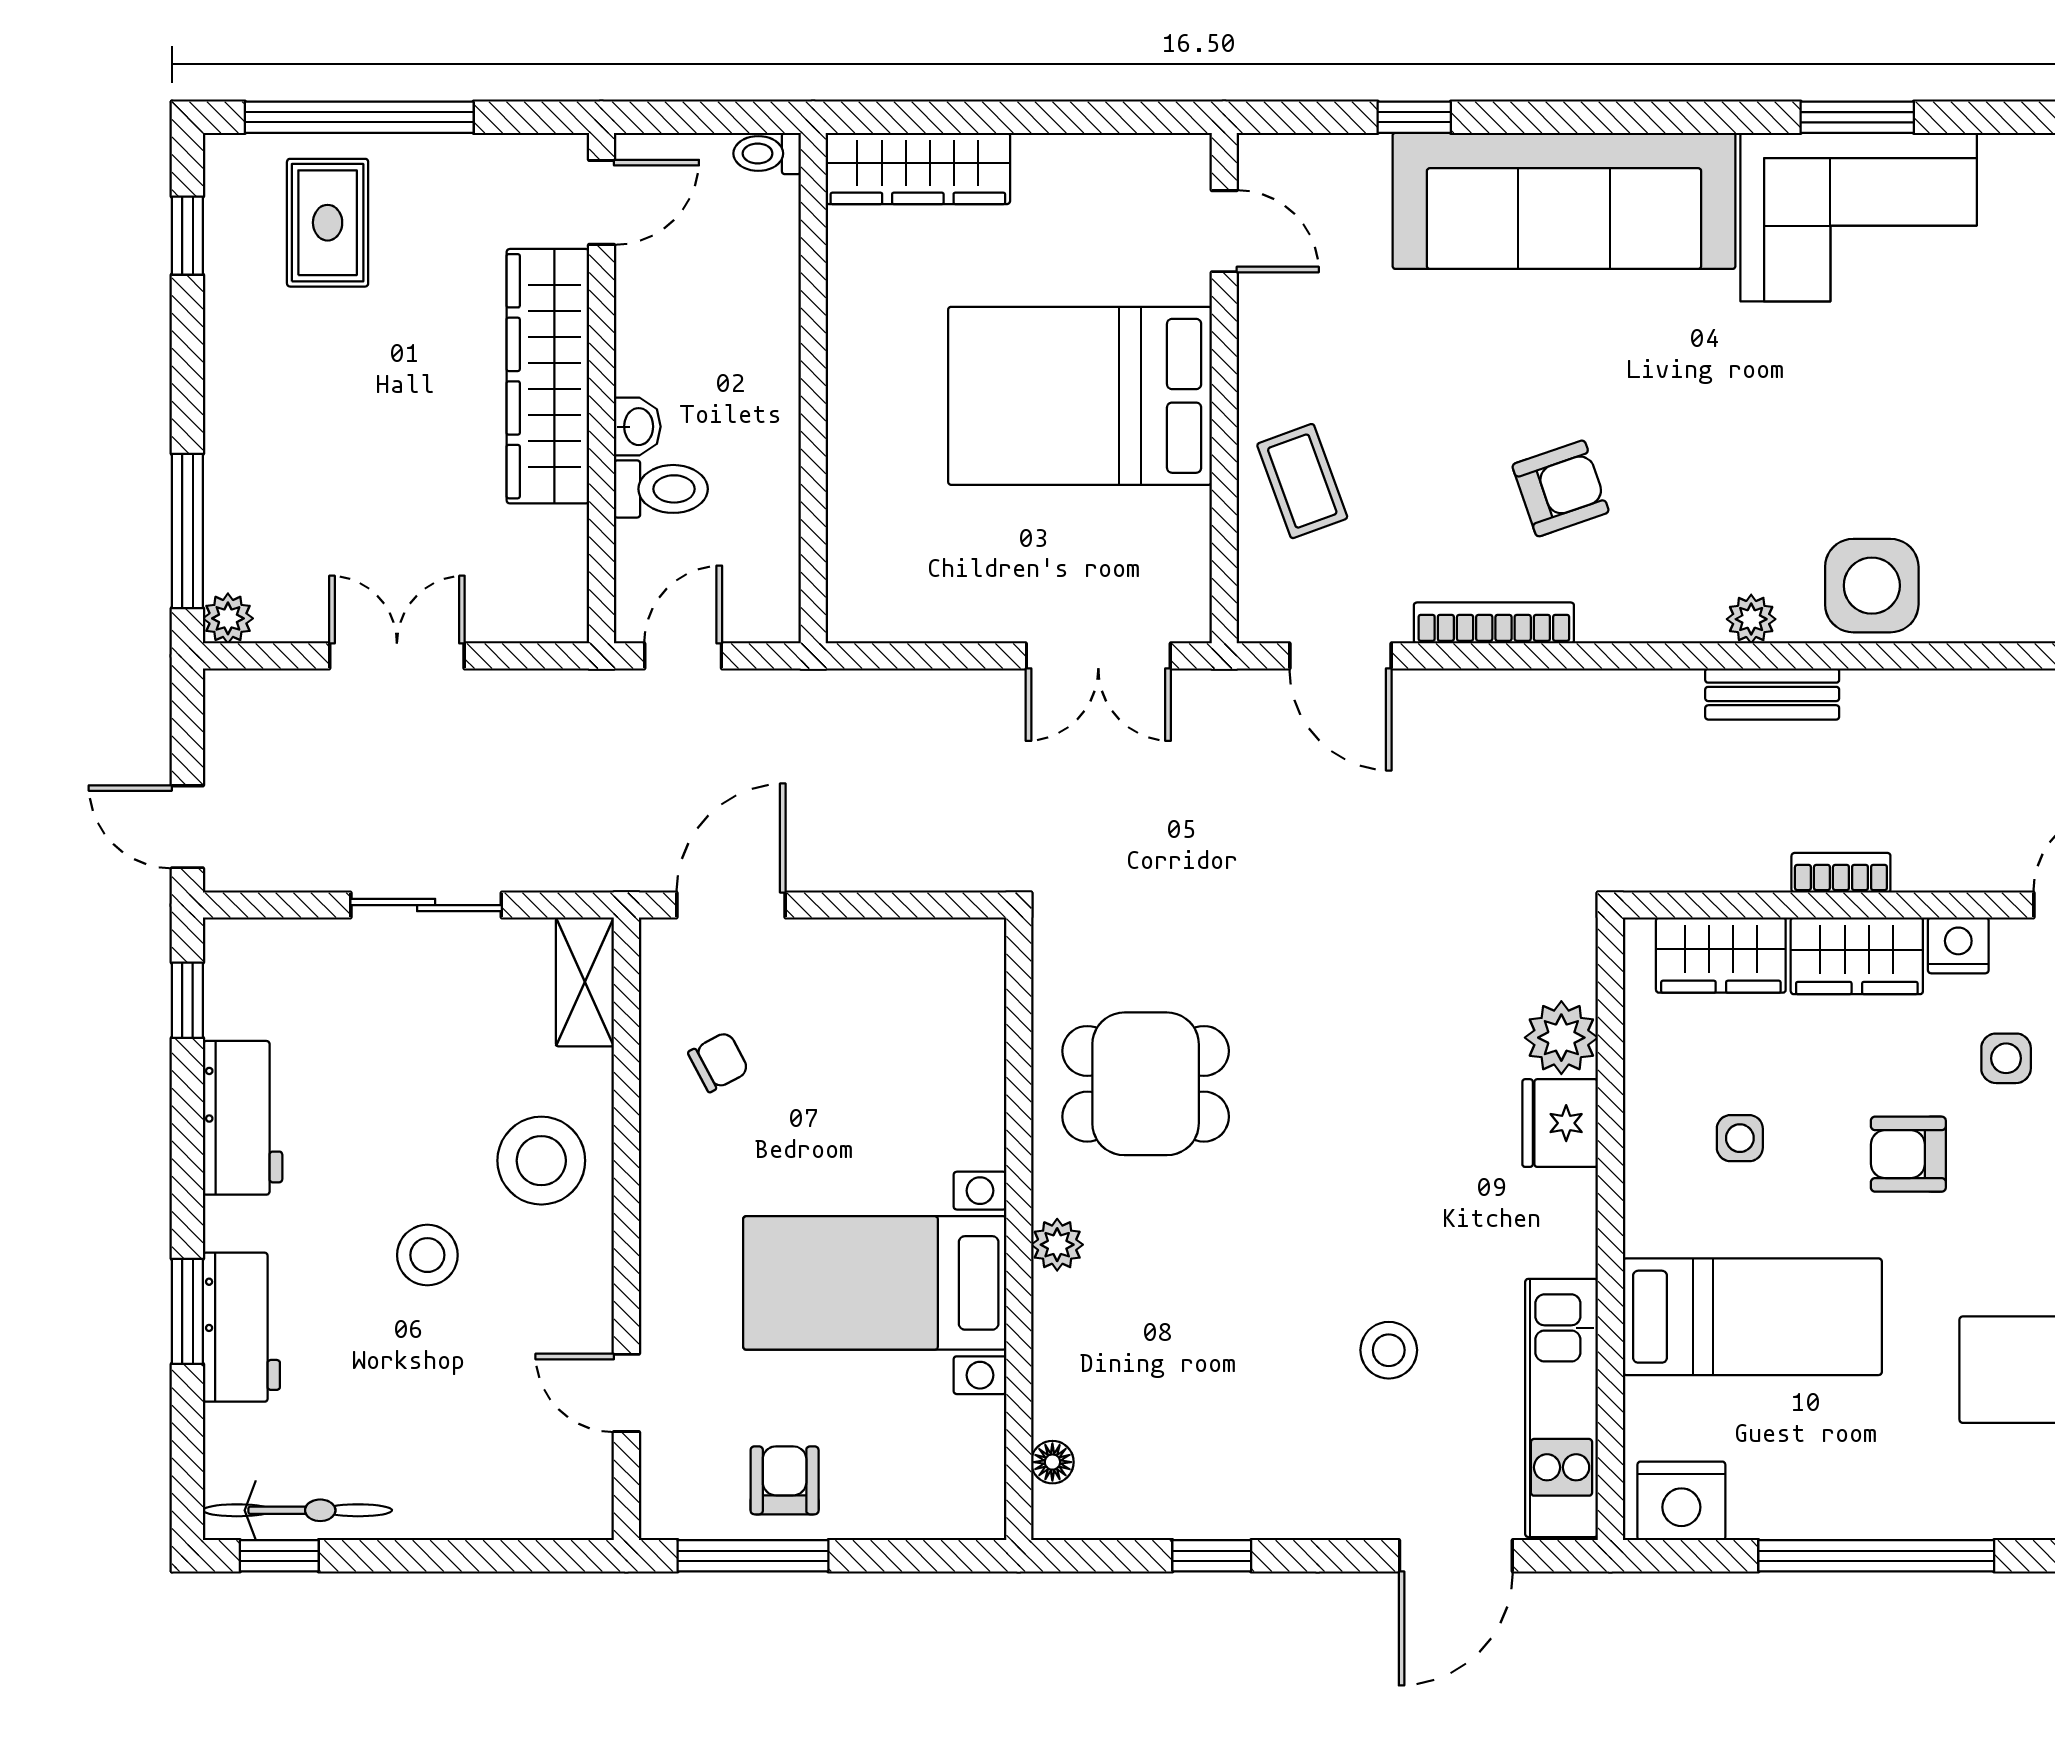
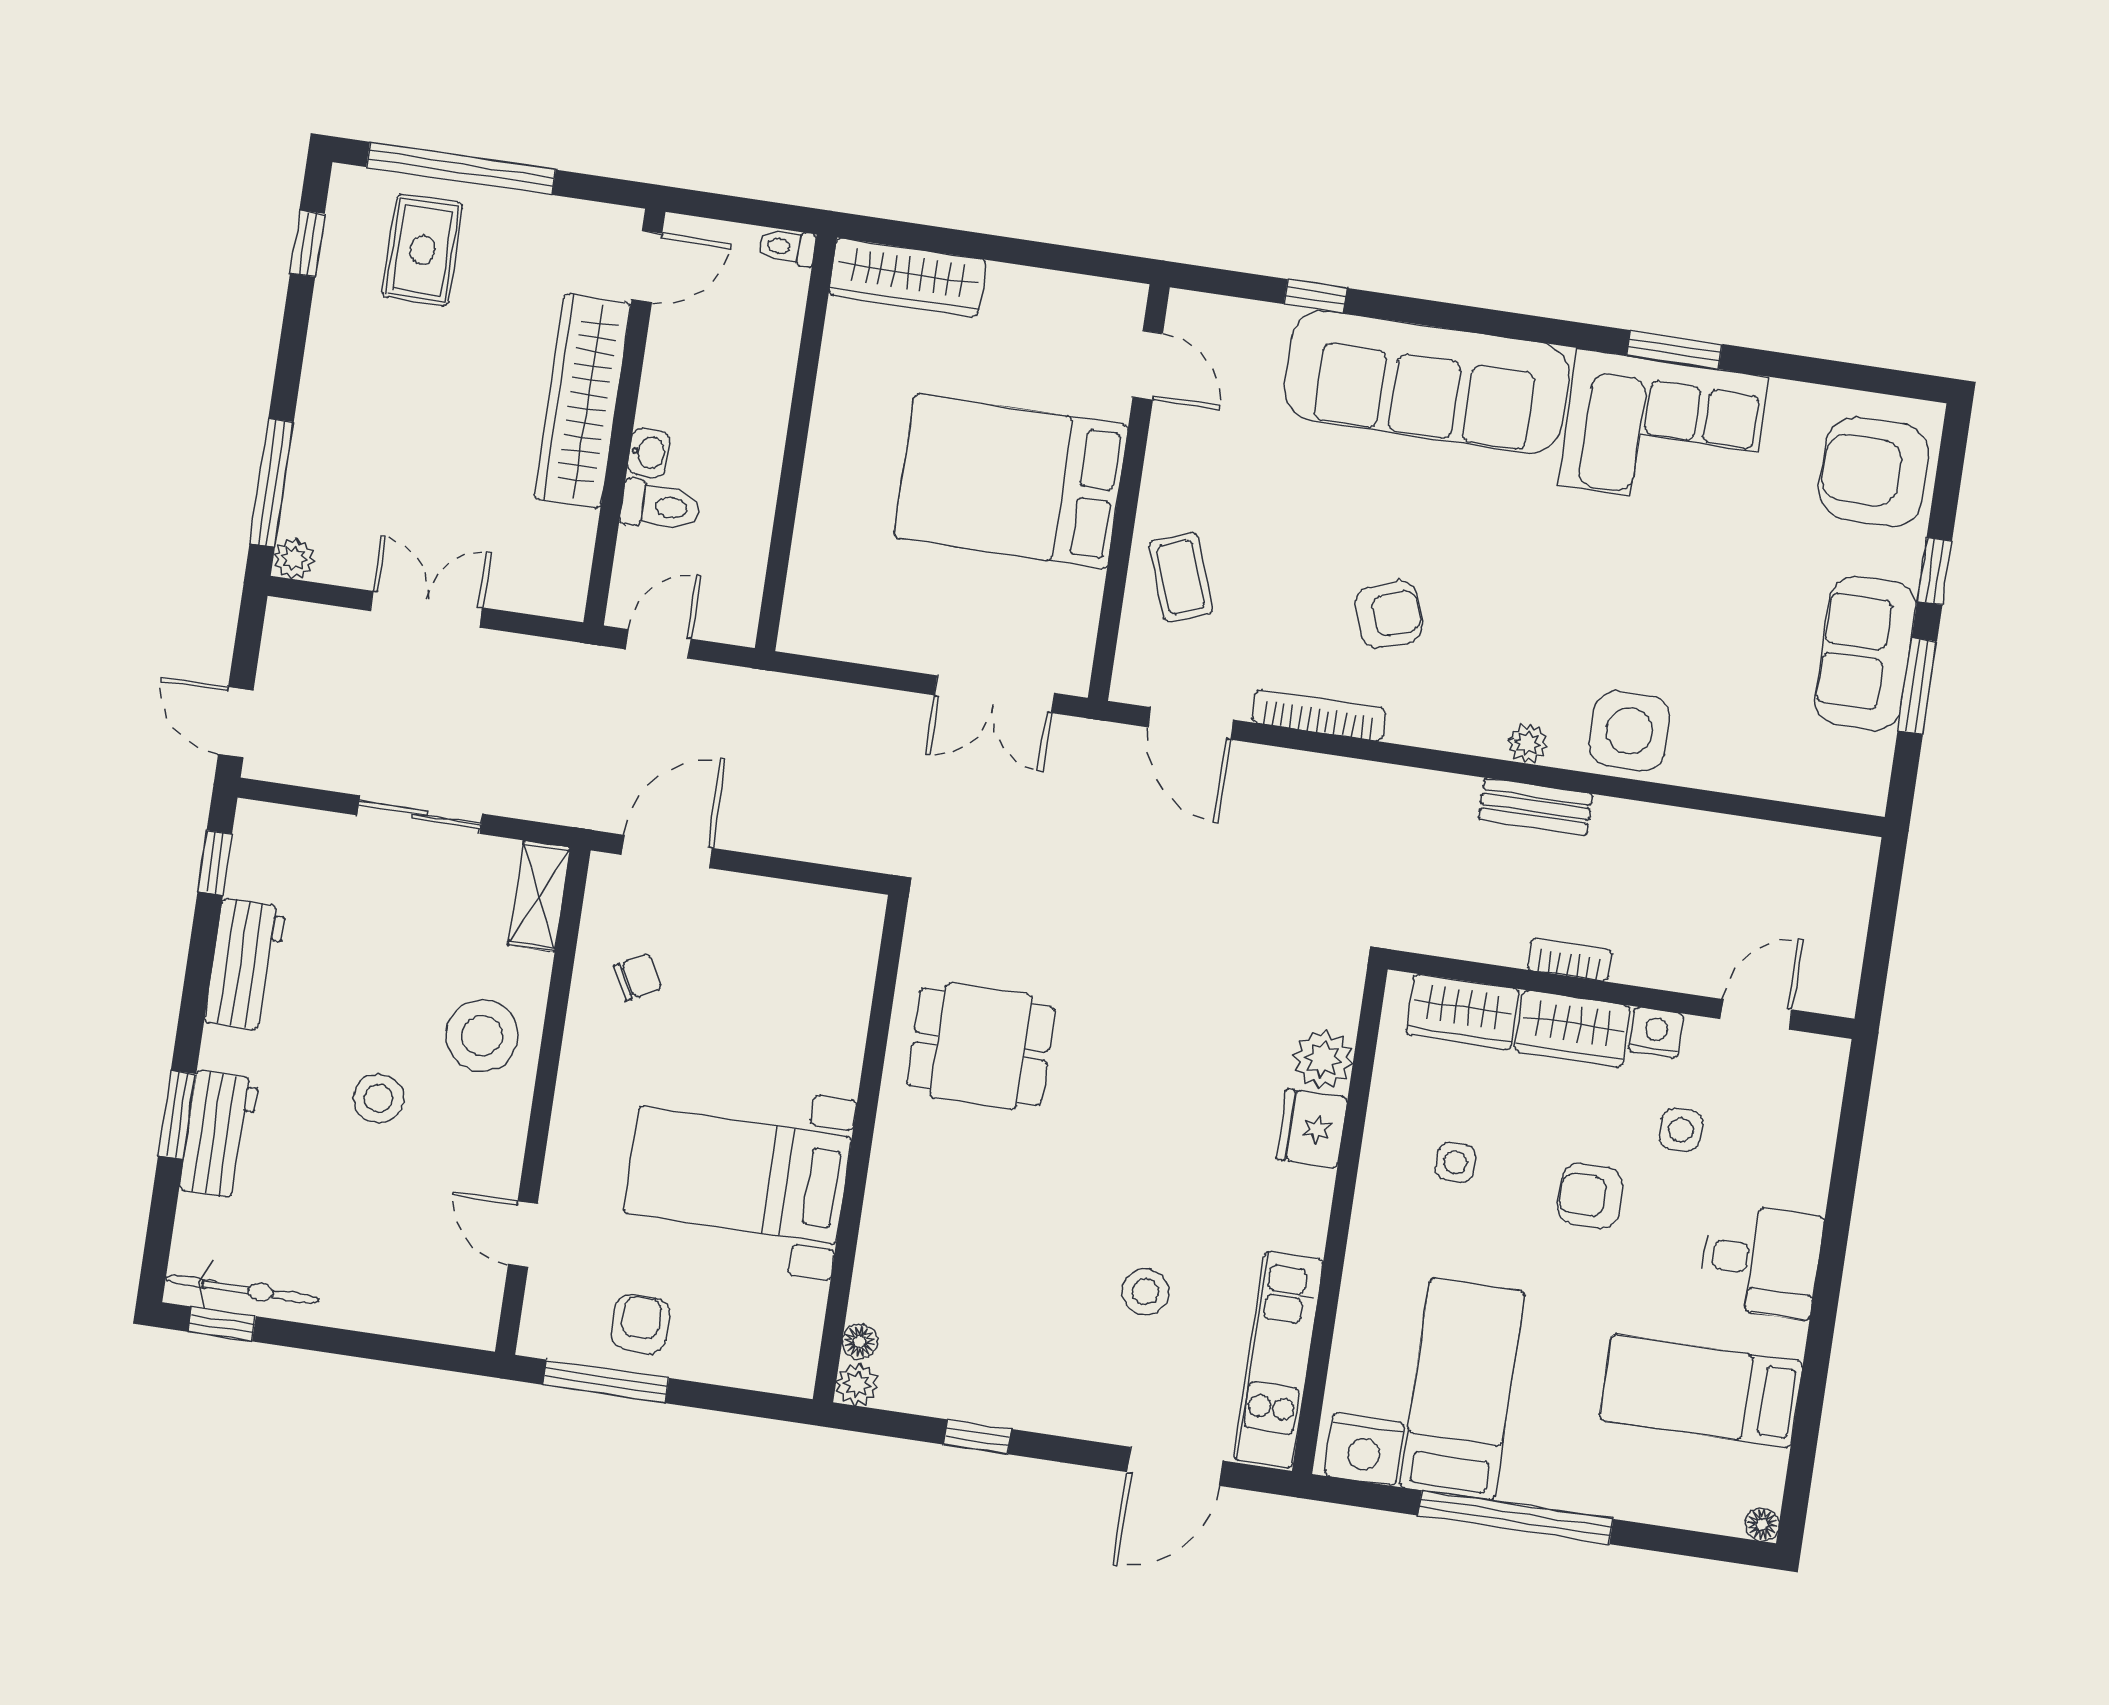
plant: (1057, 1245) -> (857, 1384), moved
bed: (1752, 1317) -> (1462, 1389), moved, turned -90

